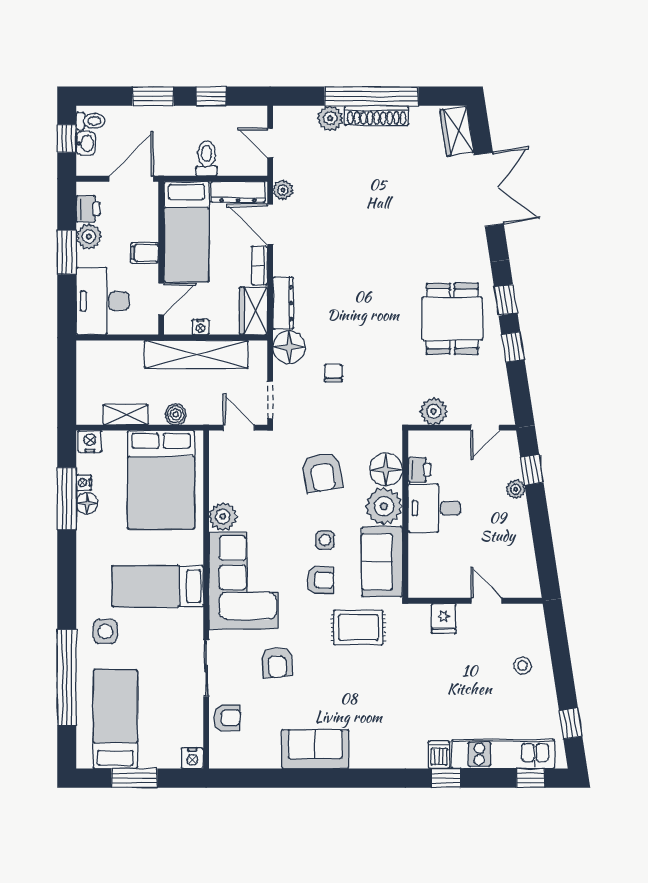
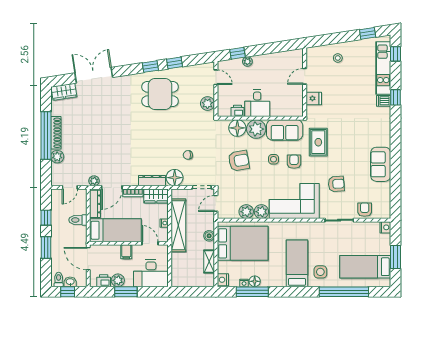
plant: (223, 487) -> (246, 212), added
bed: (158, 586) -> (297, 263), moved, turned 180

